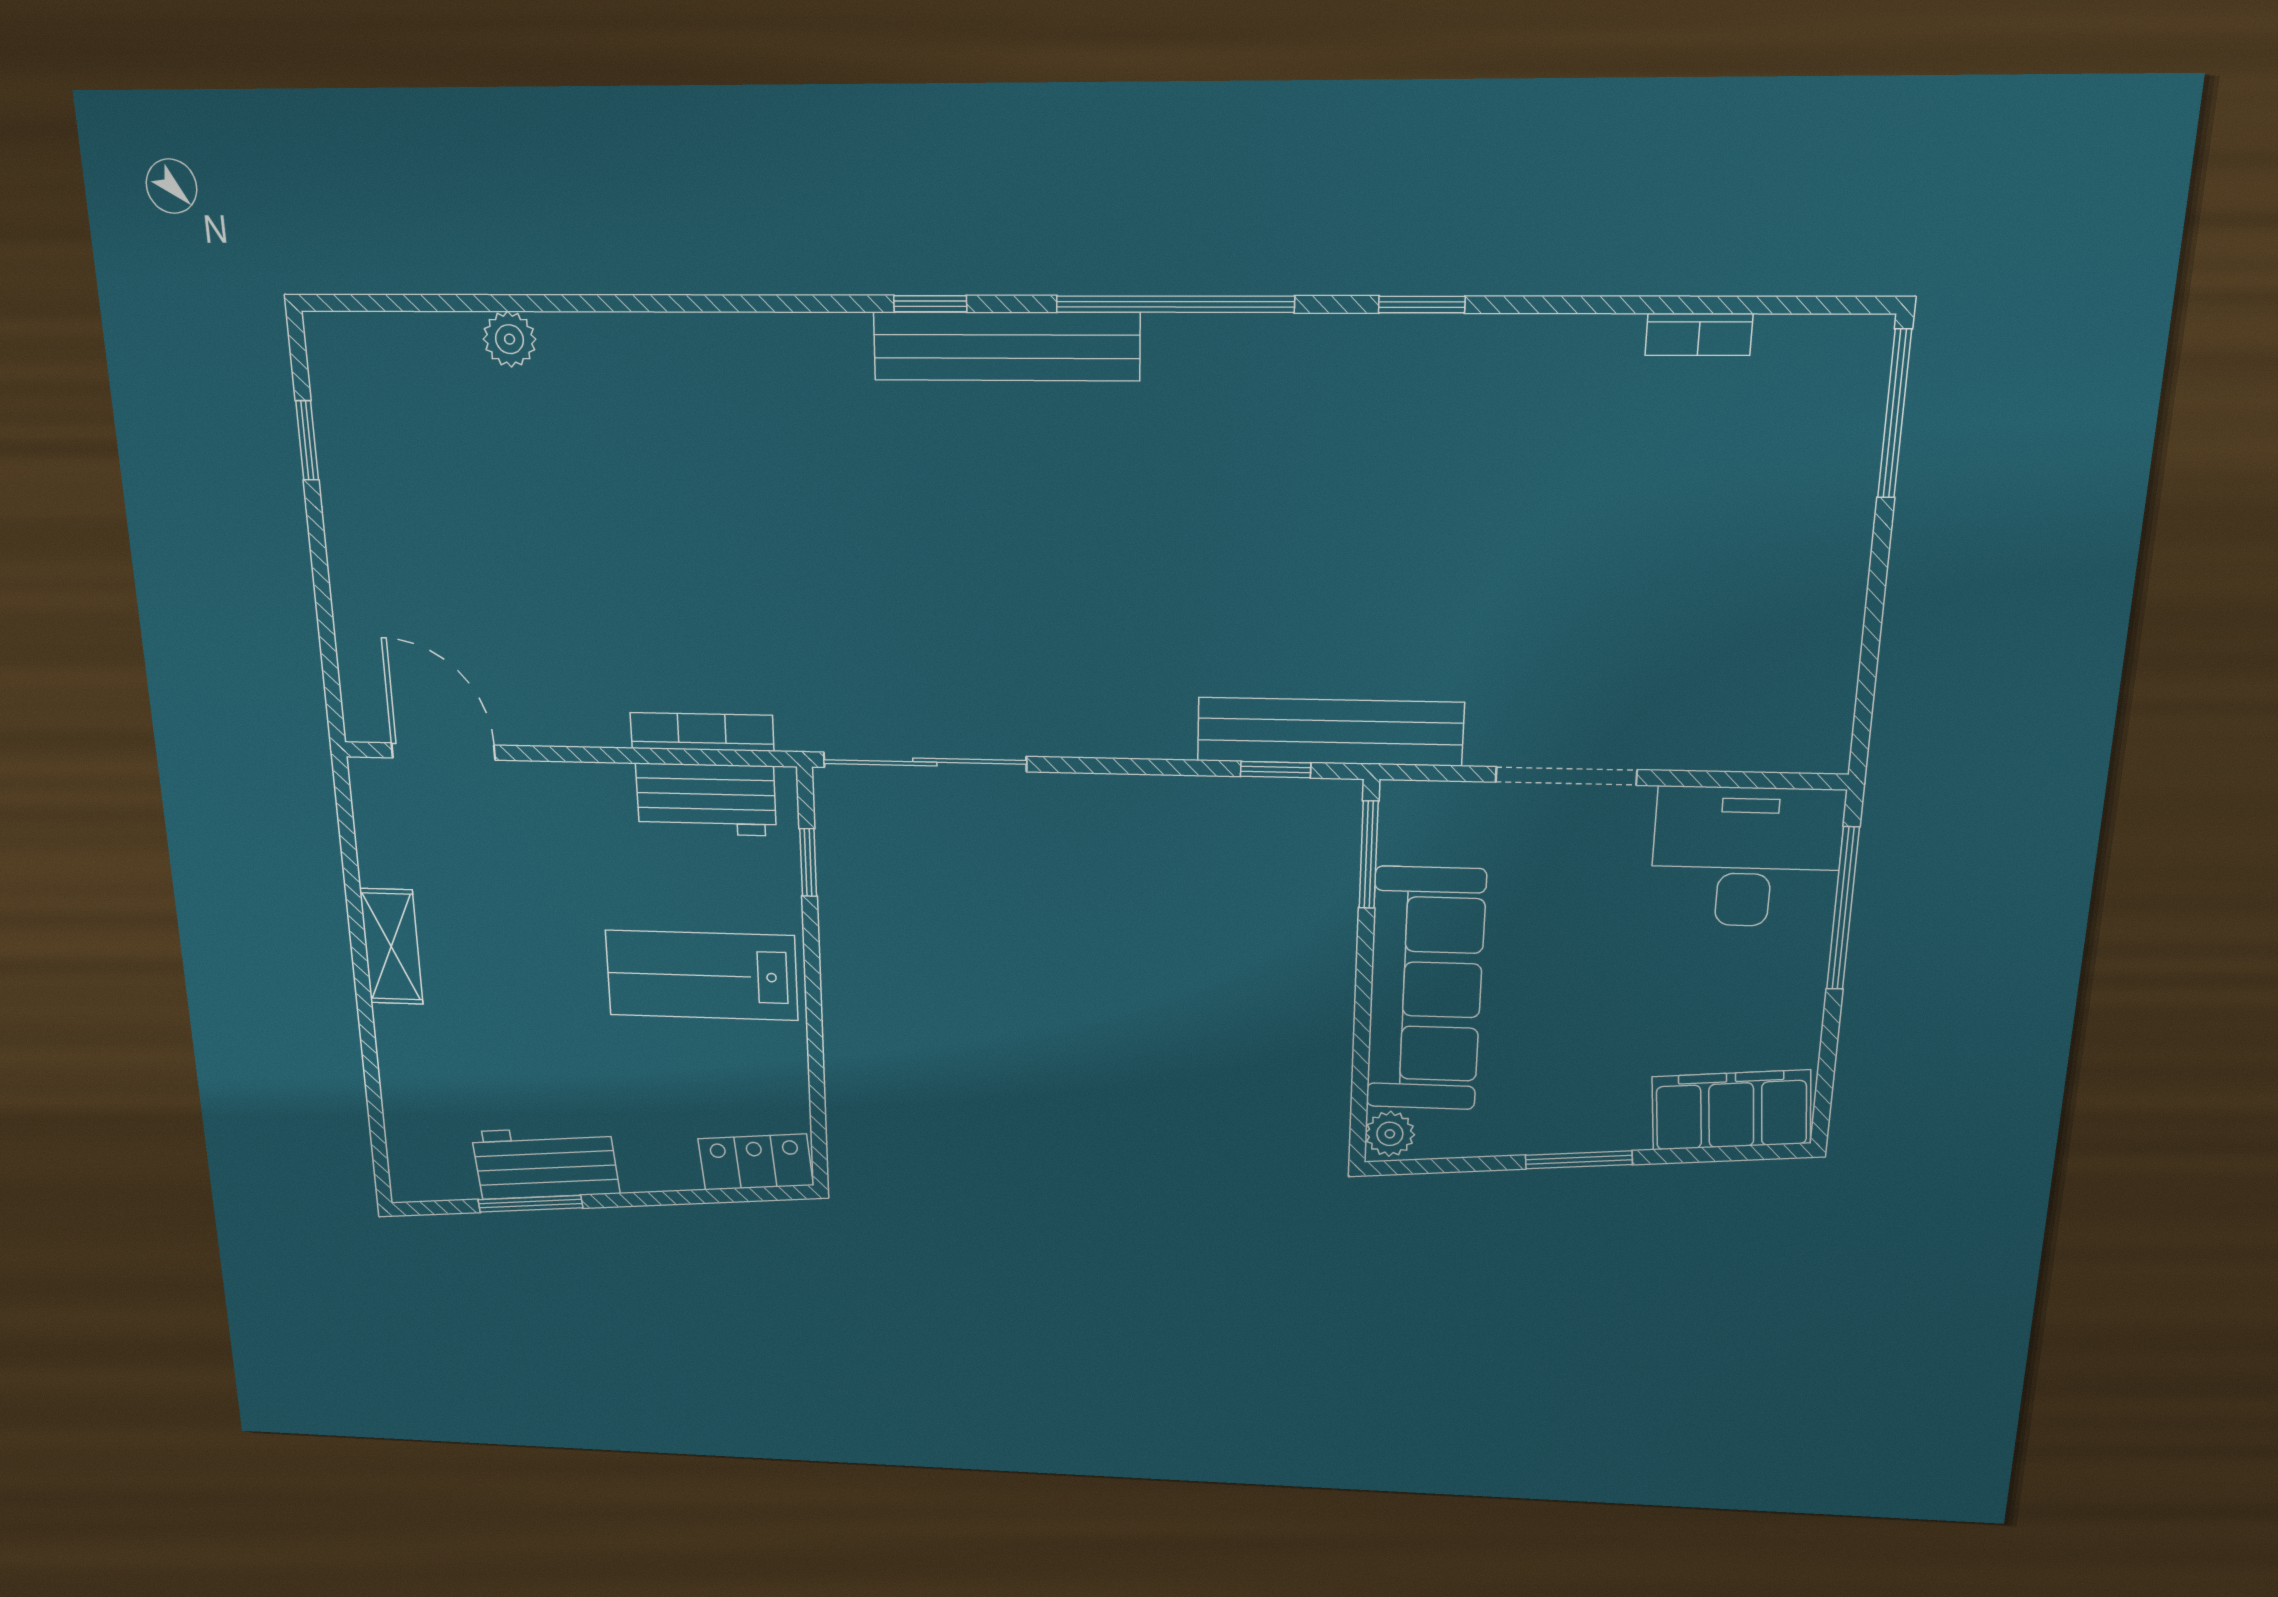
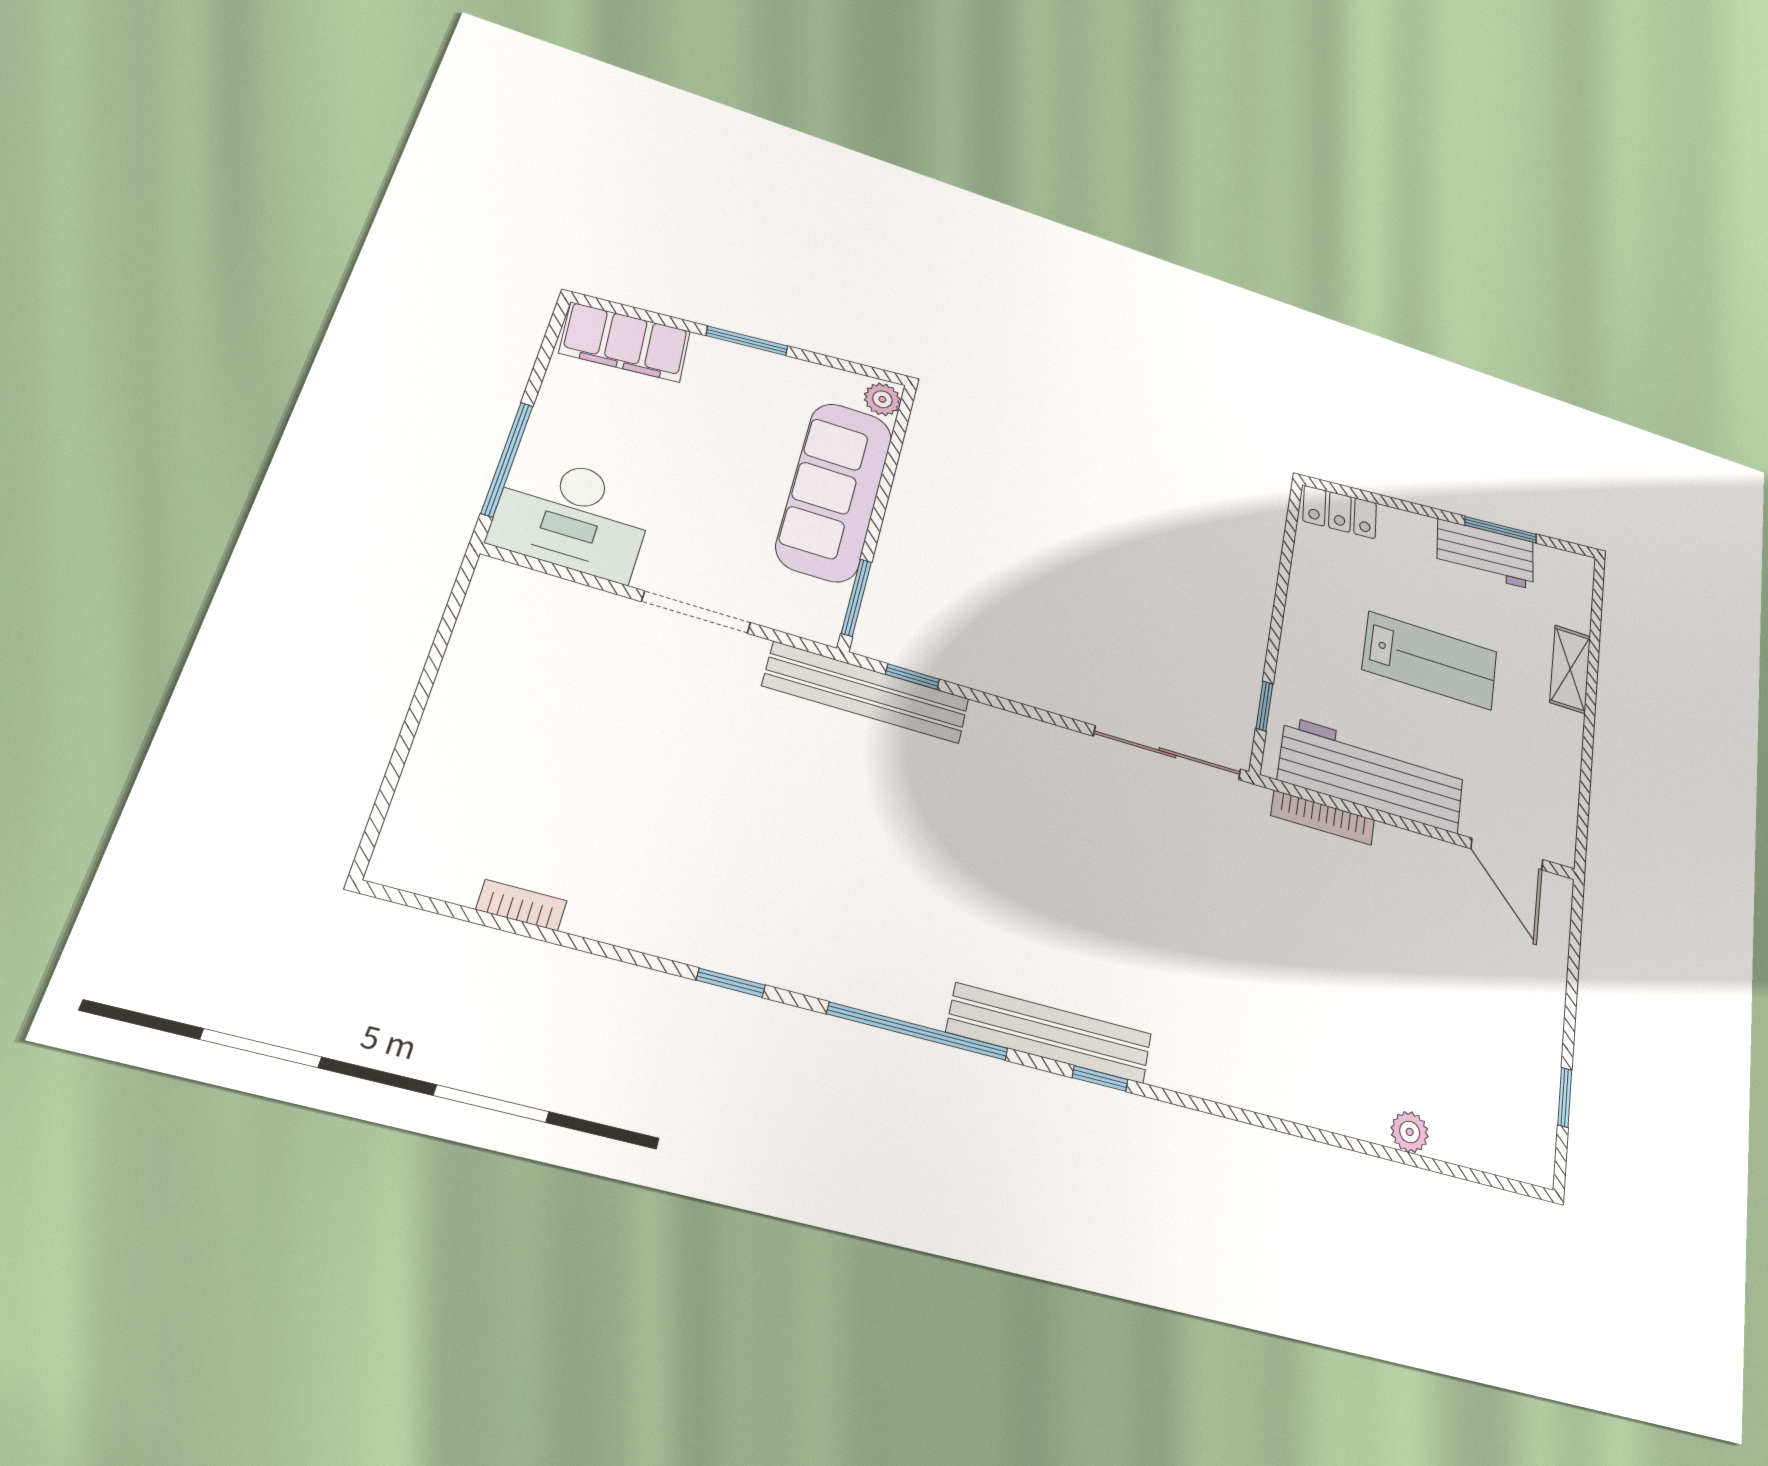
window: (1895, 414) -> (381, 806), removed
workbench: (706, 800) -> (1372, 775), width x1.88, depth x1.32
shelving: (391, 947) -> (1570, 669), moved
lab bench: (702, 975) -> (1430, 661), moved

